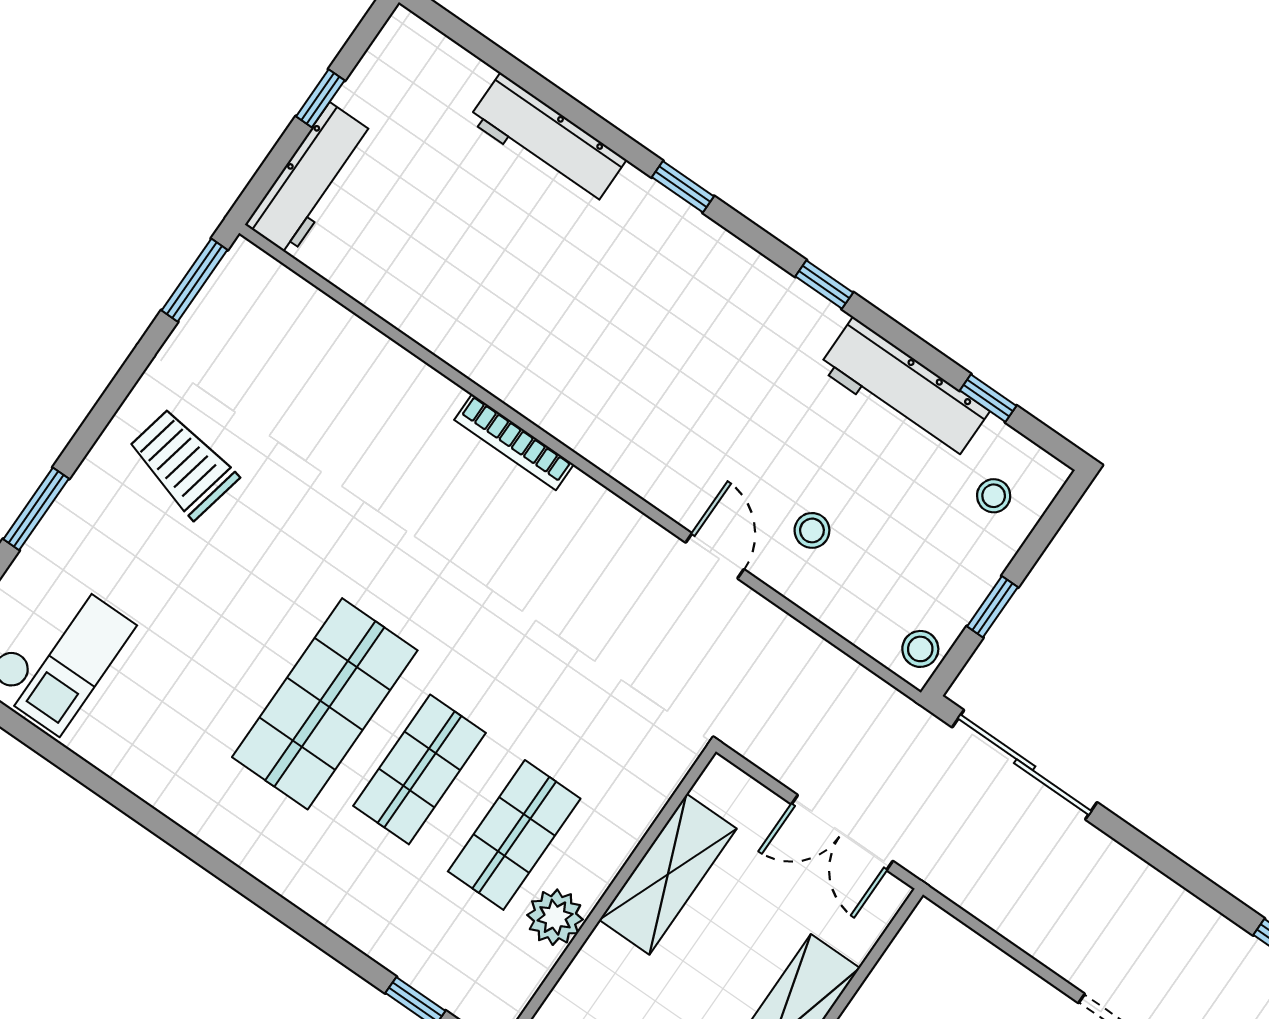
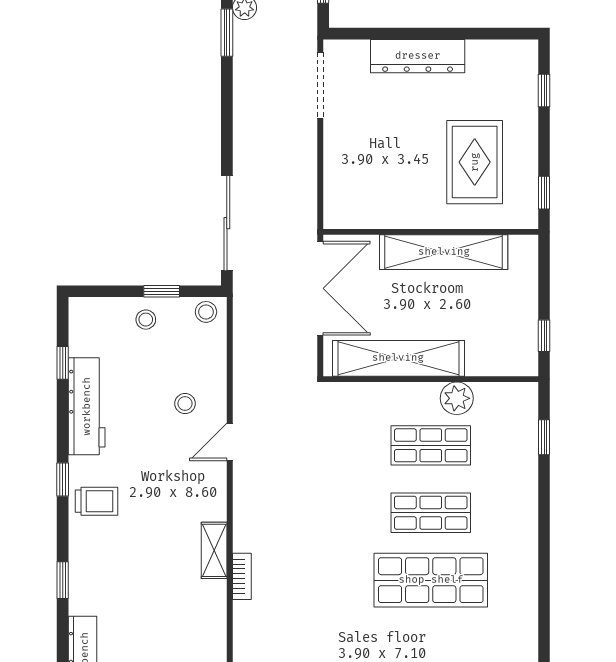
trolley: (761, 311) -> (96, 501), added
shelving: (577, 429) -> (214, 550), added
bookcase: (514, 442) -> (242, 576), width x0.64
stool: (994, 496) -> (146, 320), moved
double door: (842, 833) -> (320, 288), width x1.37
shelving: (668, 874) -> (398, 358), width x1.47

